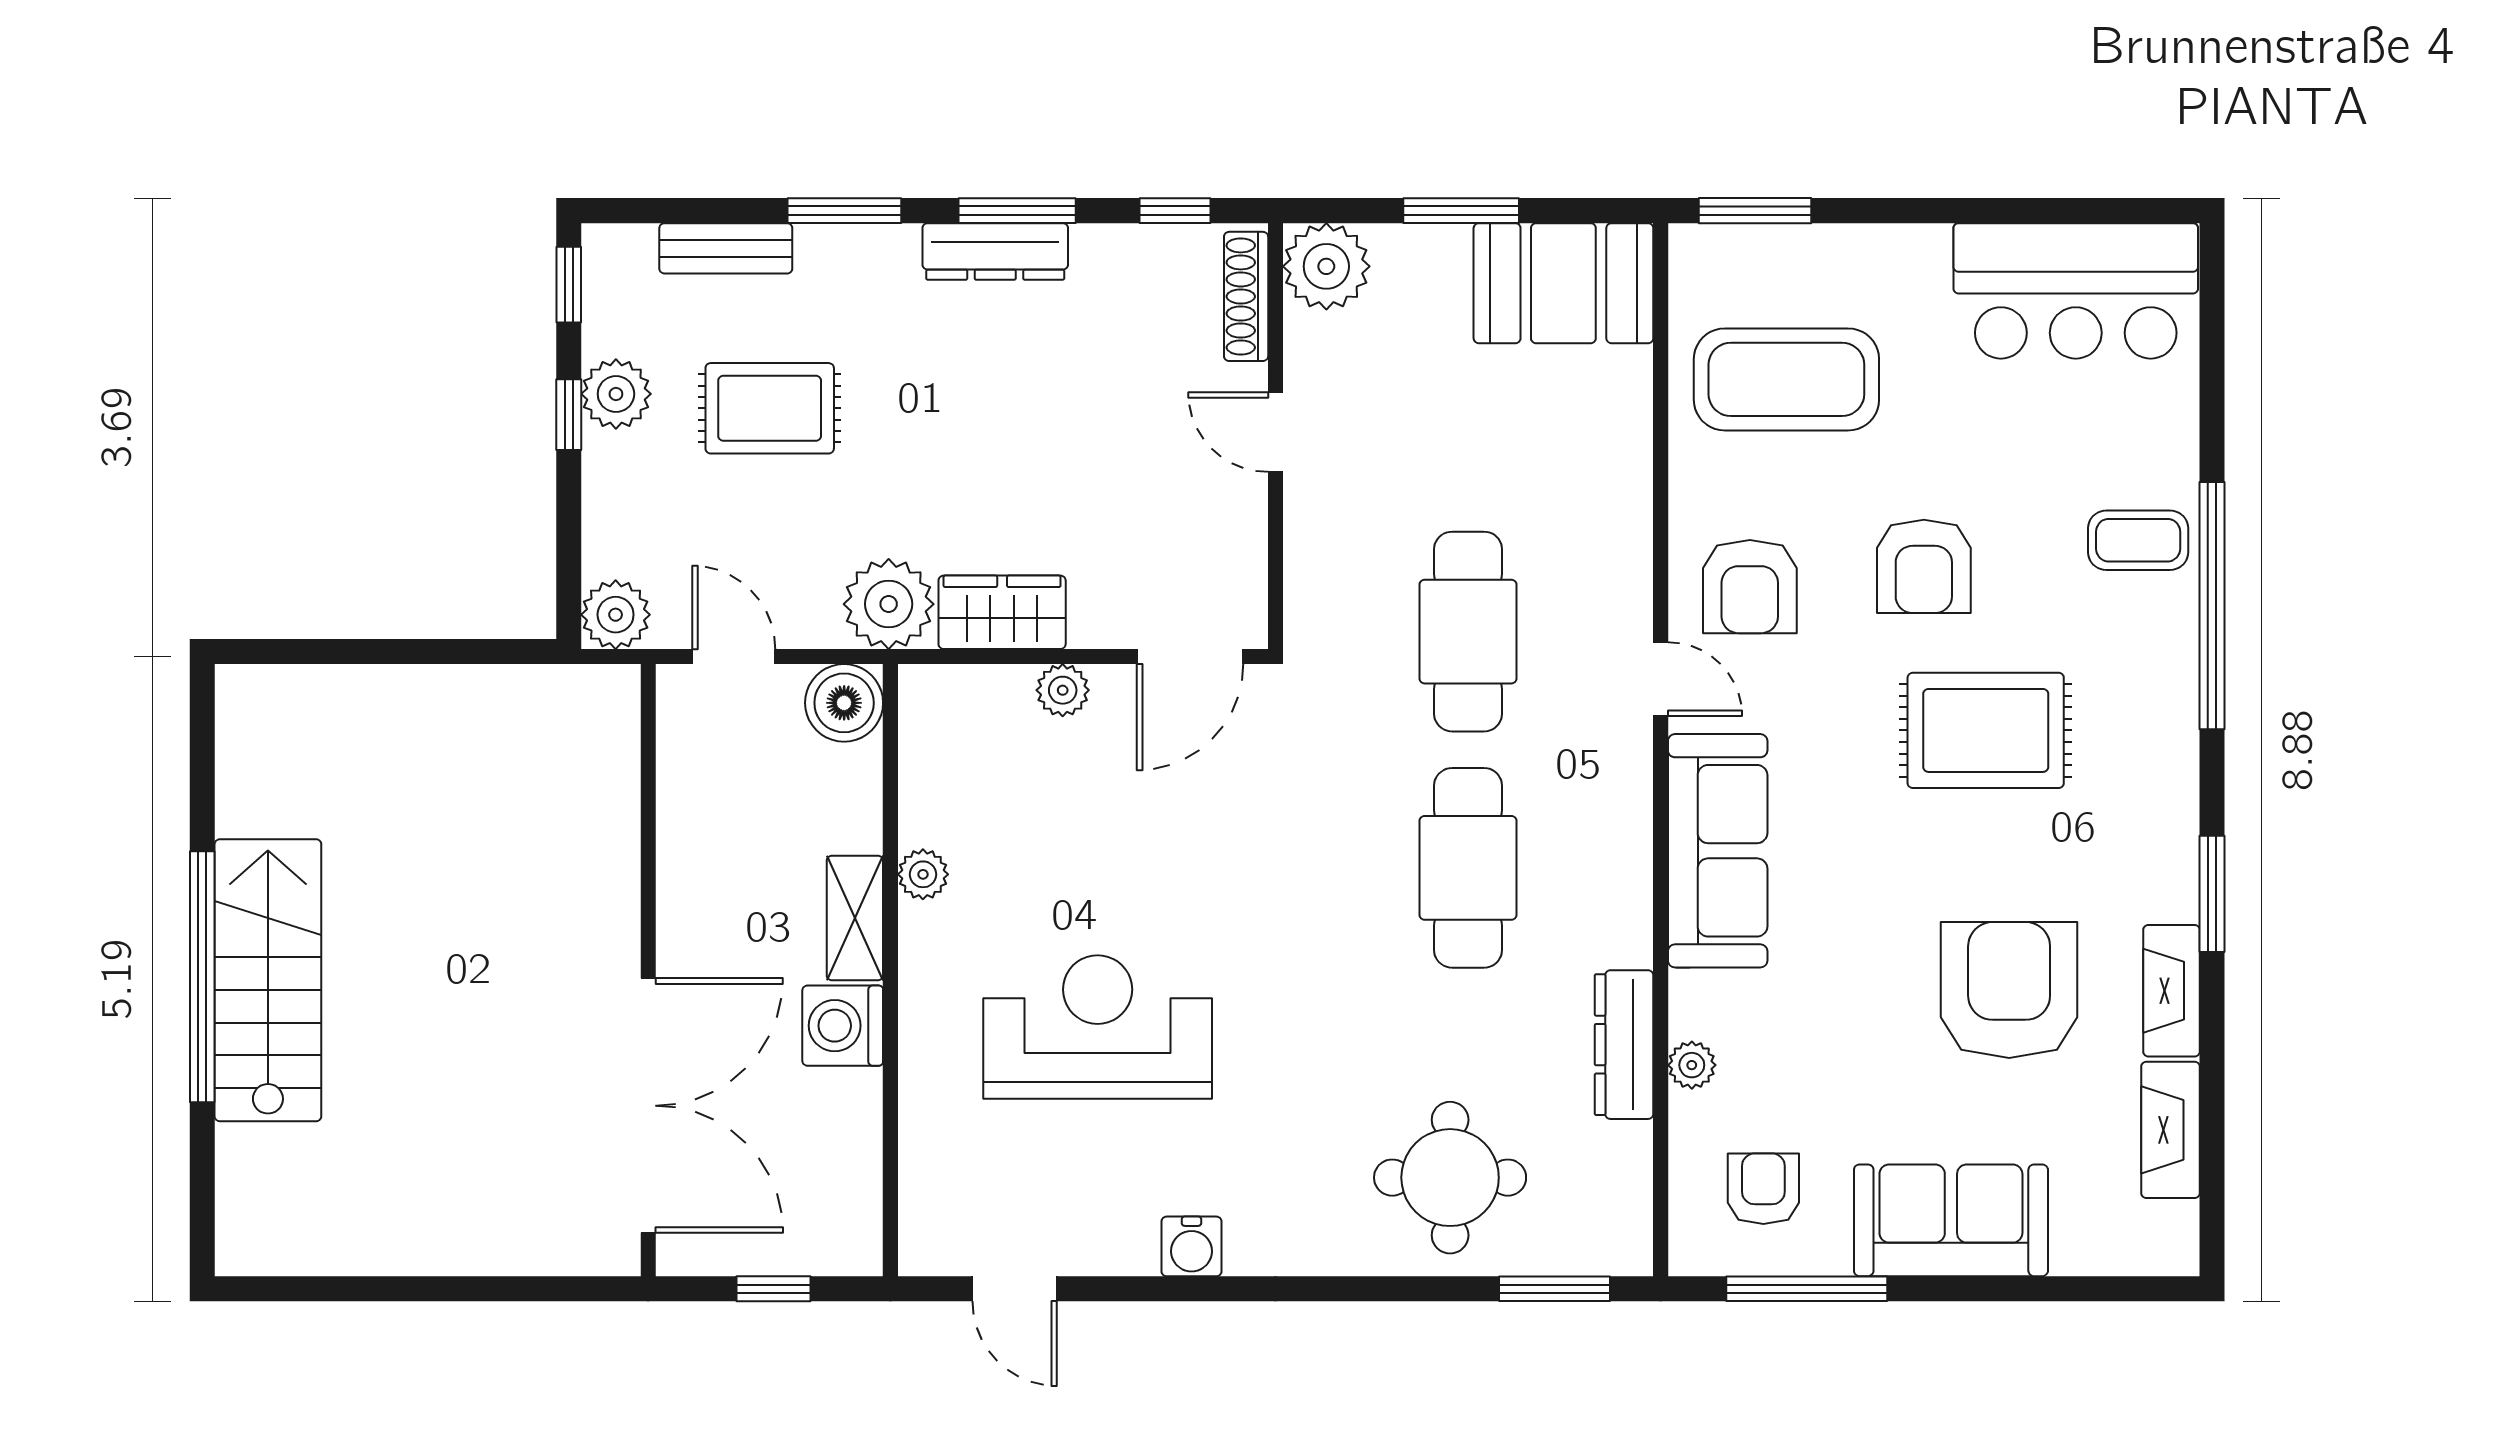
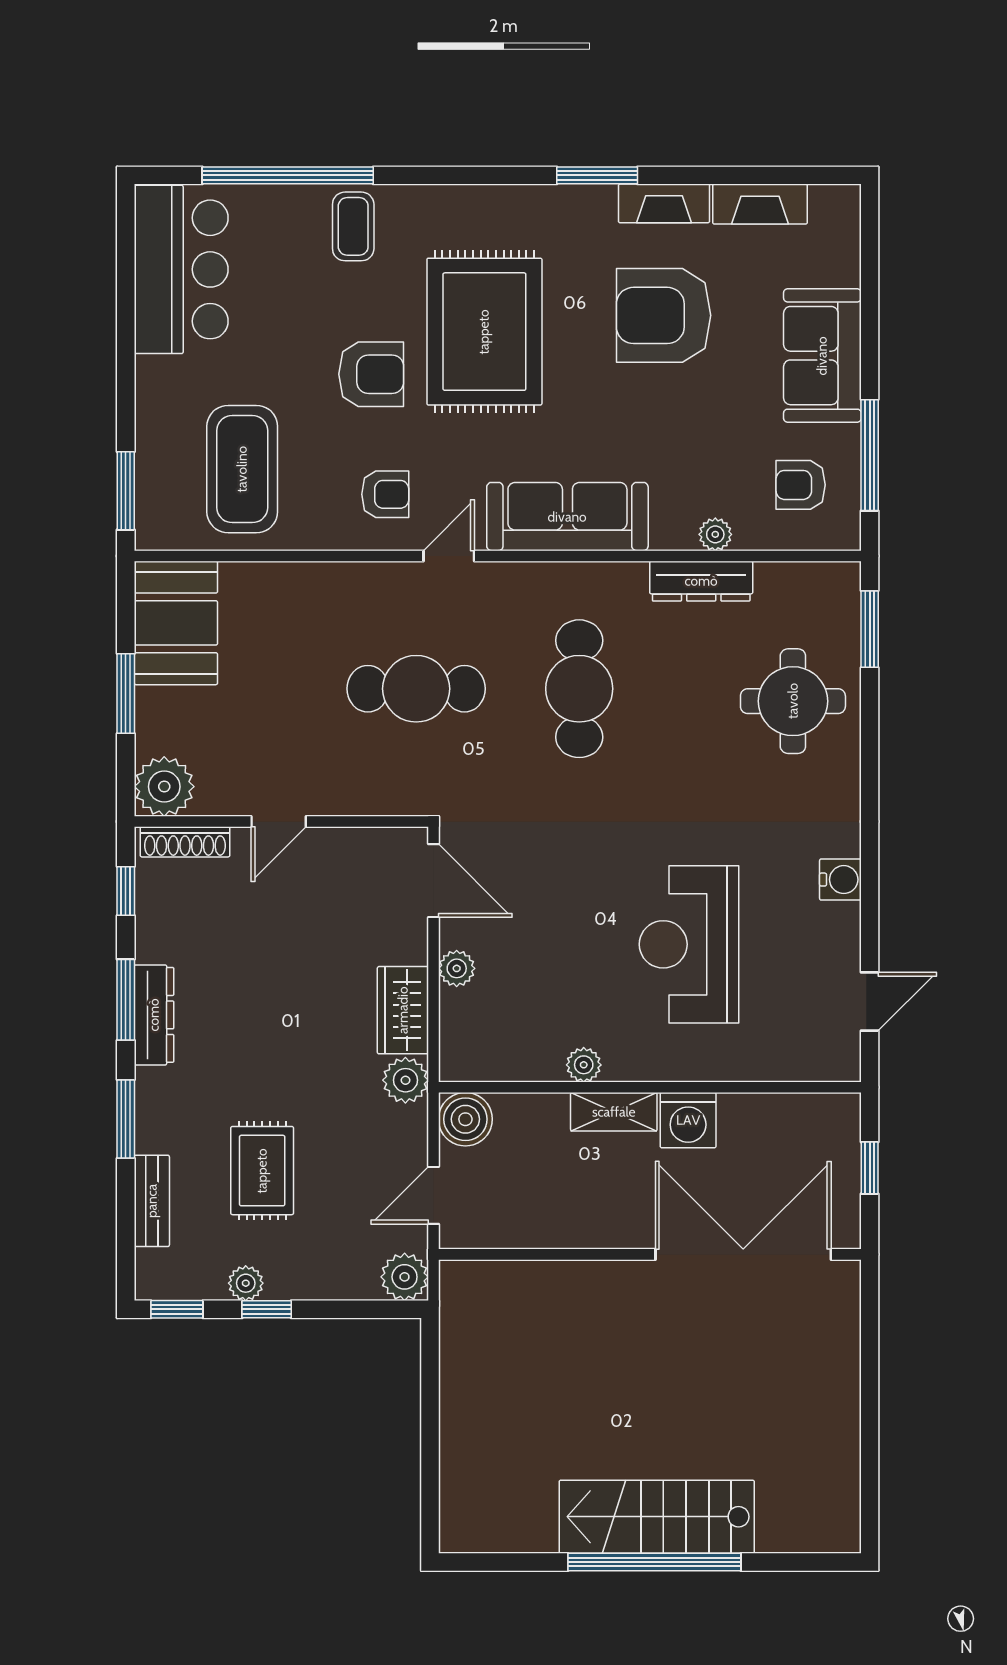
plant: (616, 394) -> (246, 1283), width x0.73, depth x0.73
armchair: (1750, 587) -> (385, 494), width x0.72, depth x0.72
plant: (889, 604) -> (405, 1080), width x0.73, depth x0.73
window: (2212, 606) -> (288, 175), moved
rug: (1986, 730) -> (484, 332), width x1.37, depth x1.44
cafe table: (1468, 868) -> (579, 689), turned 90

